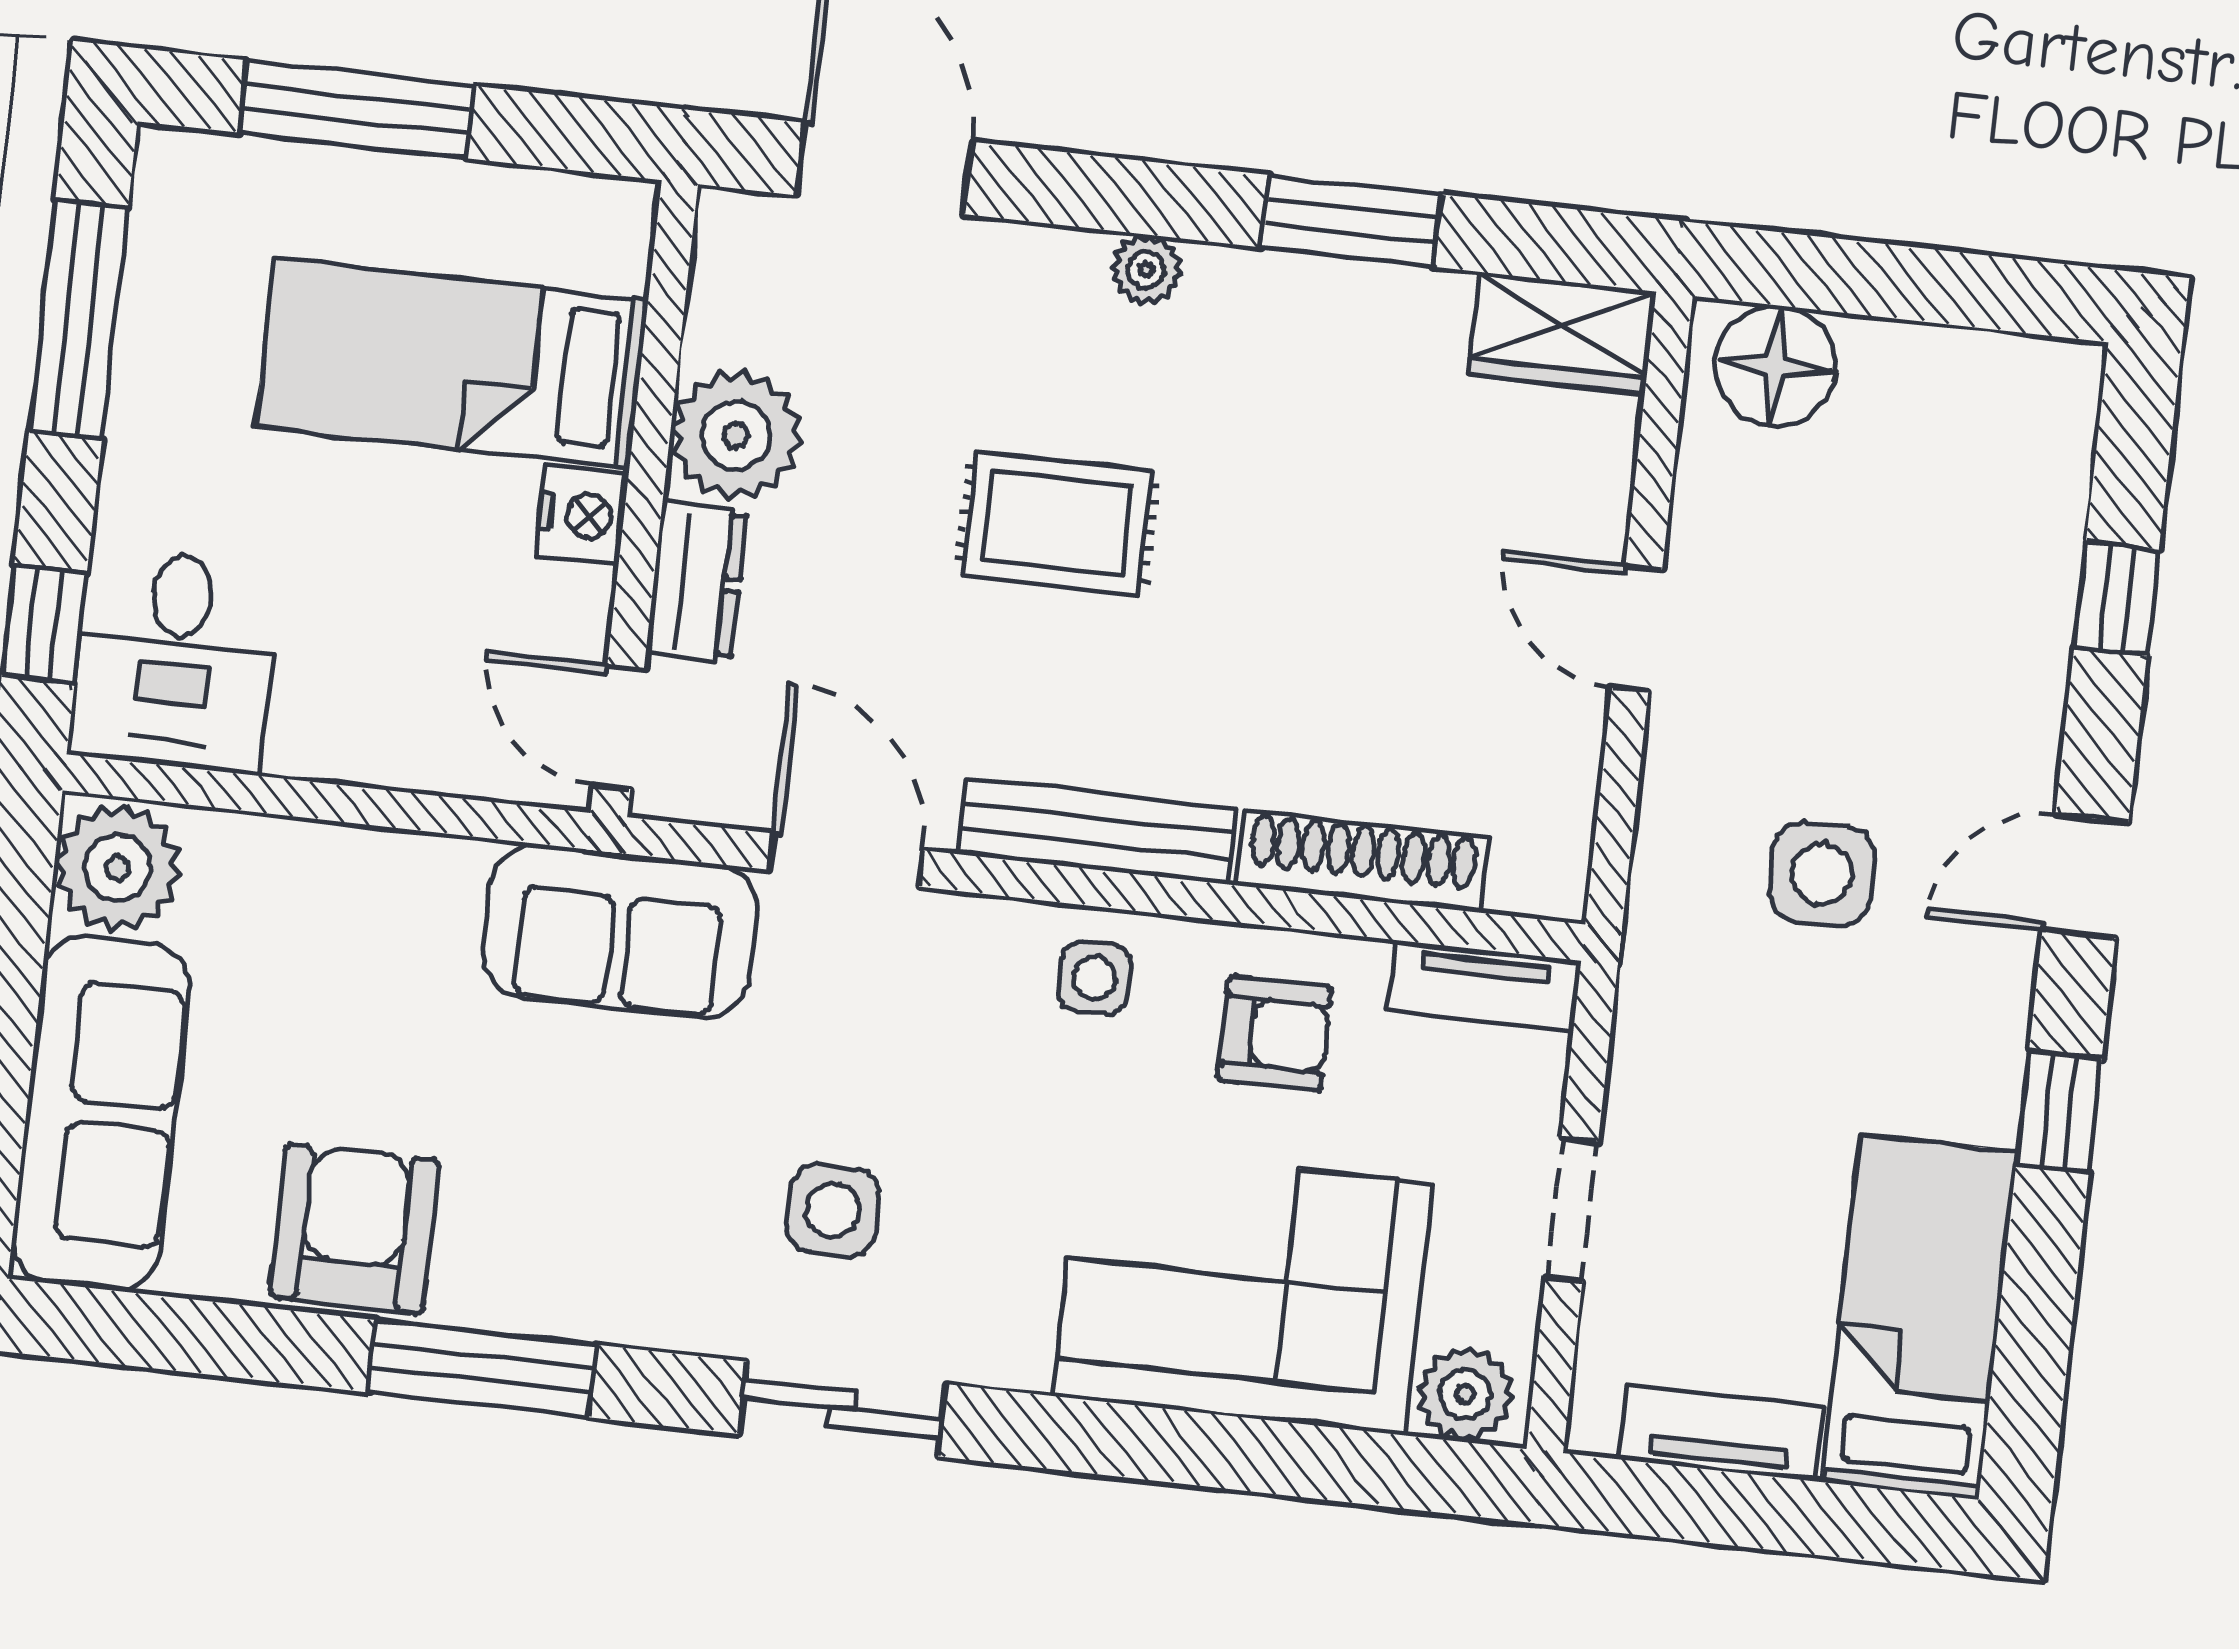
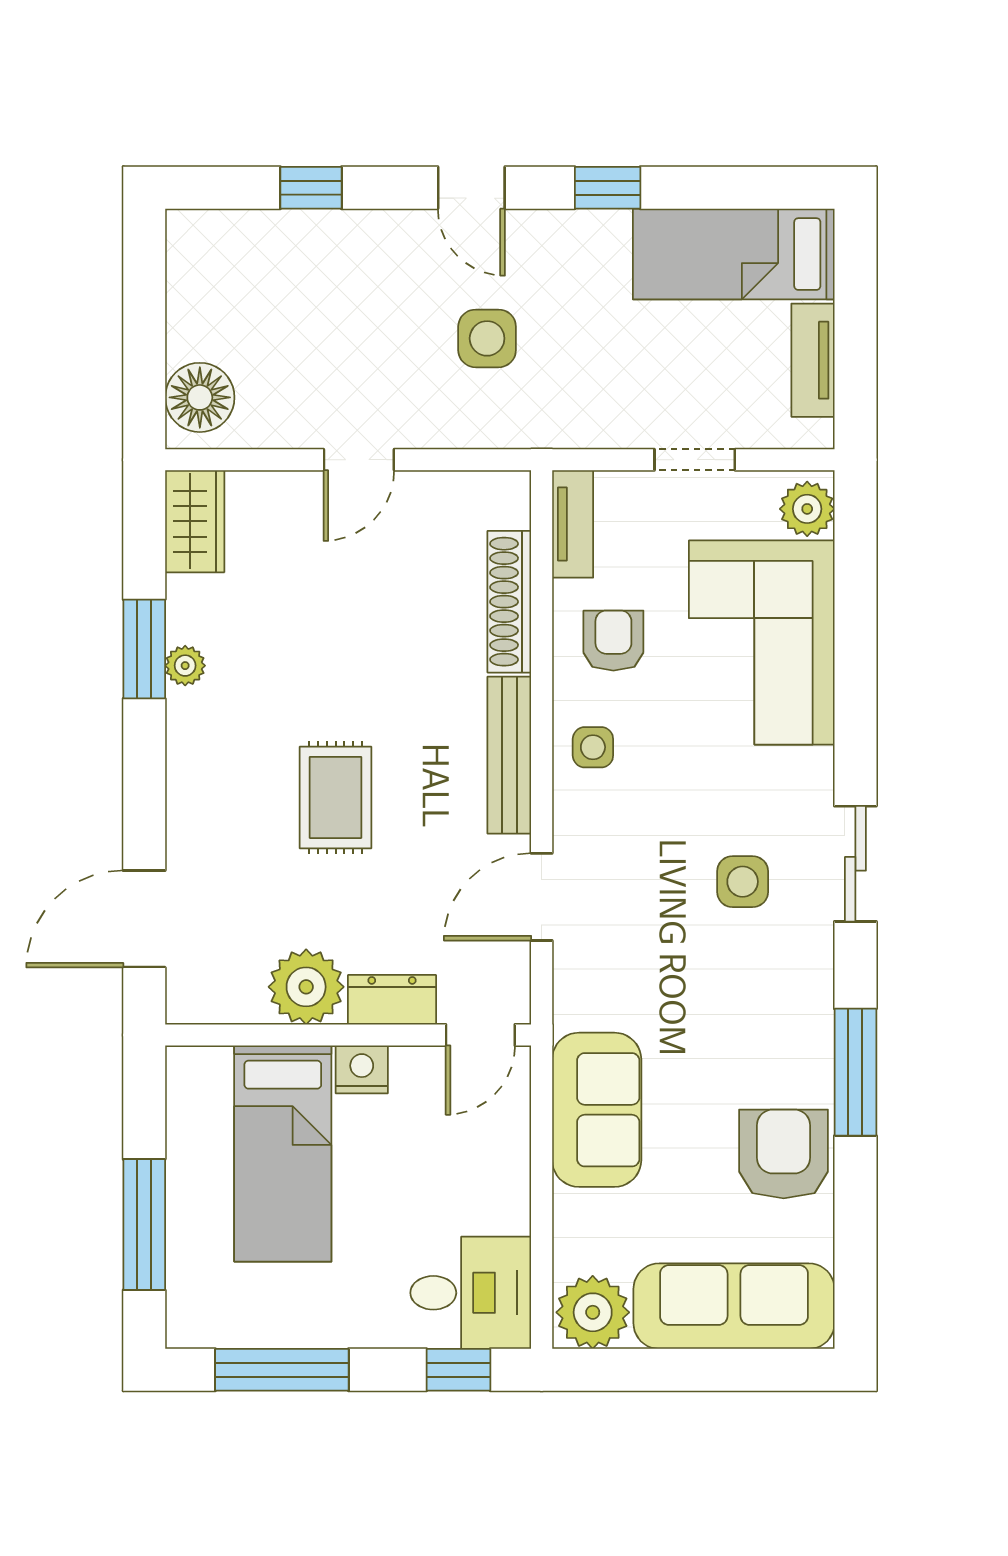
plant: (1146, 270) -> (185, 666), moved
sofa: (620, 931) -> (597, 1110), moved
armchair: (354, 1228) -> (784, 1154), turned 90

